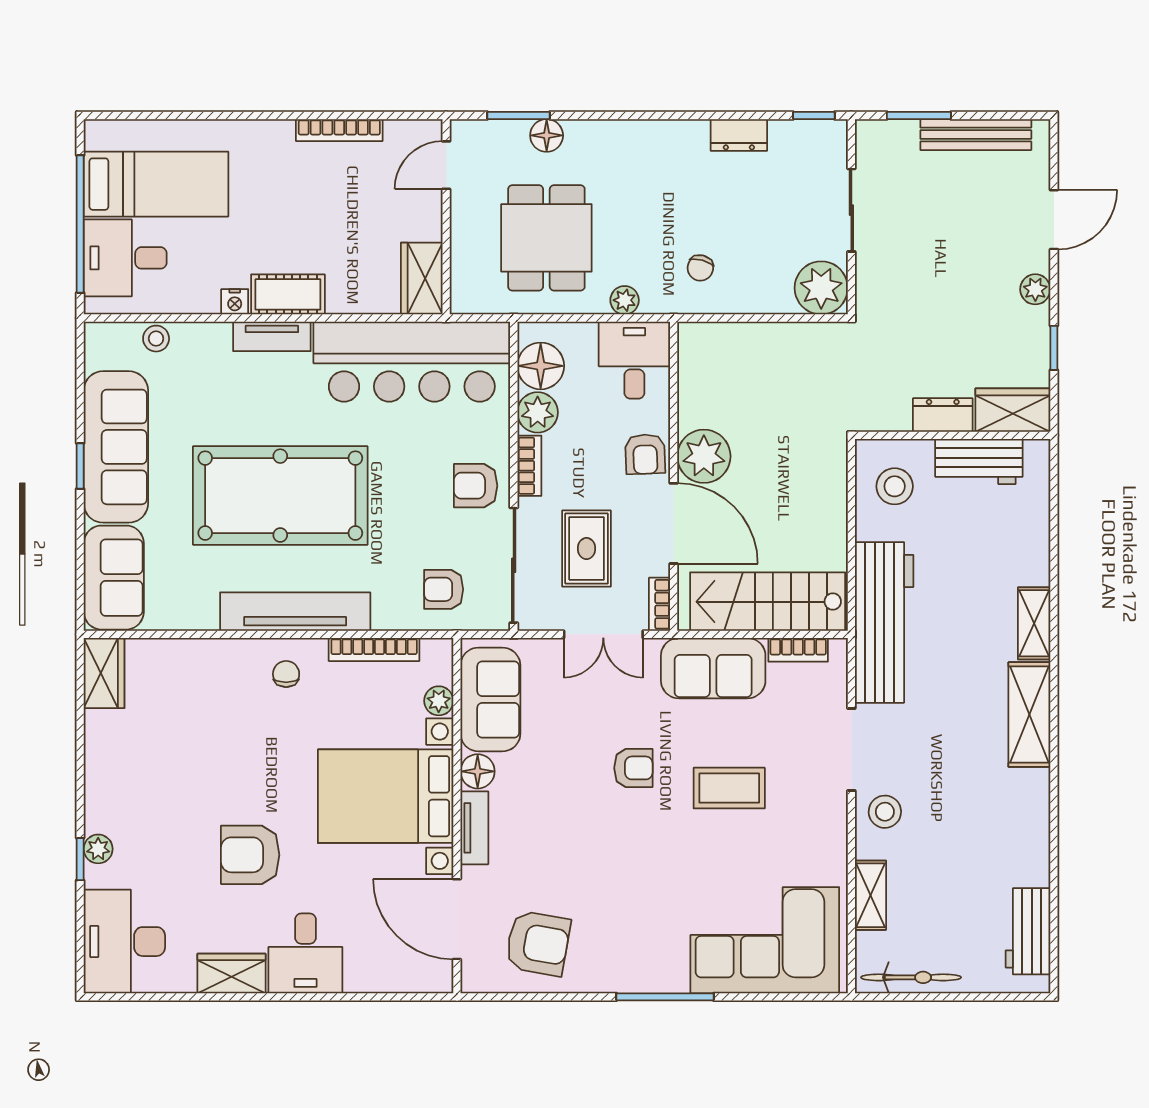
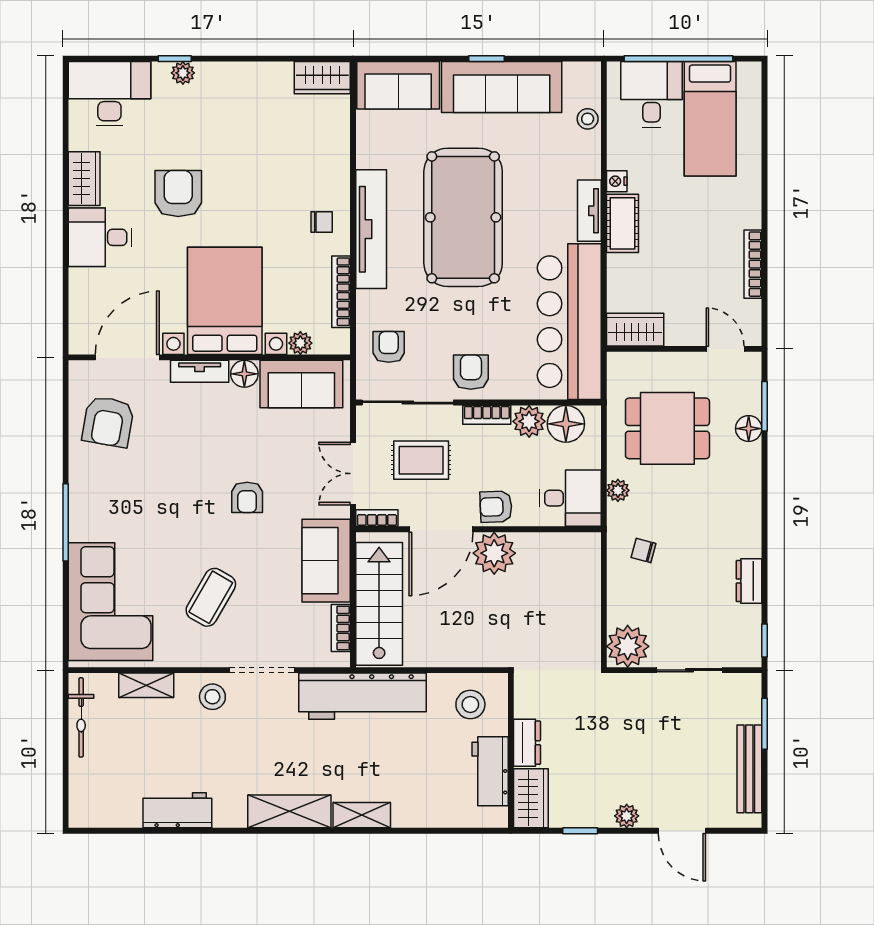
coffee table: (729, 788) -> (211, 597), moved, turned 30
workbench: (1028, 931) -> (177, 810), moved

